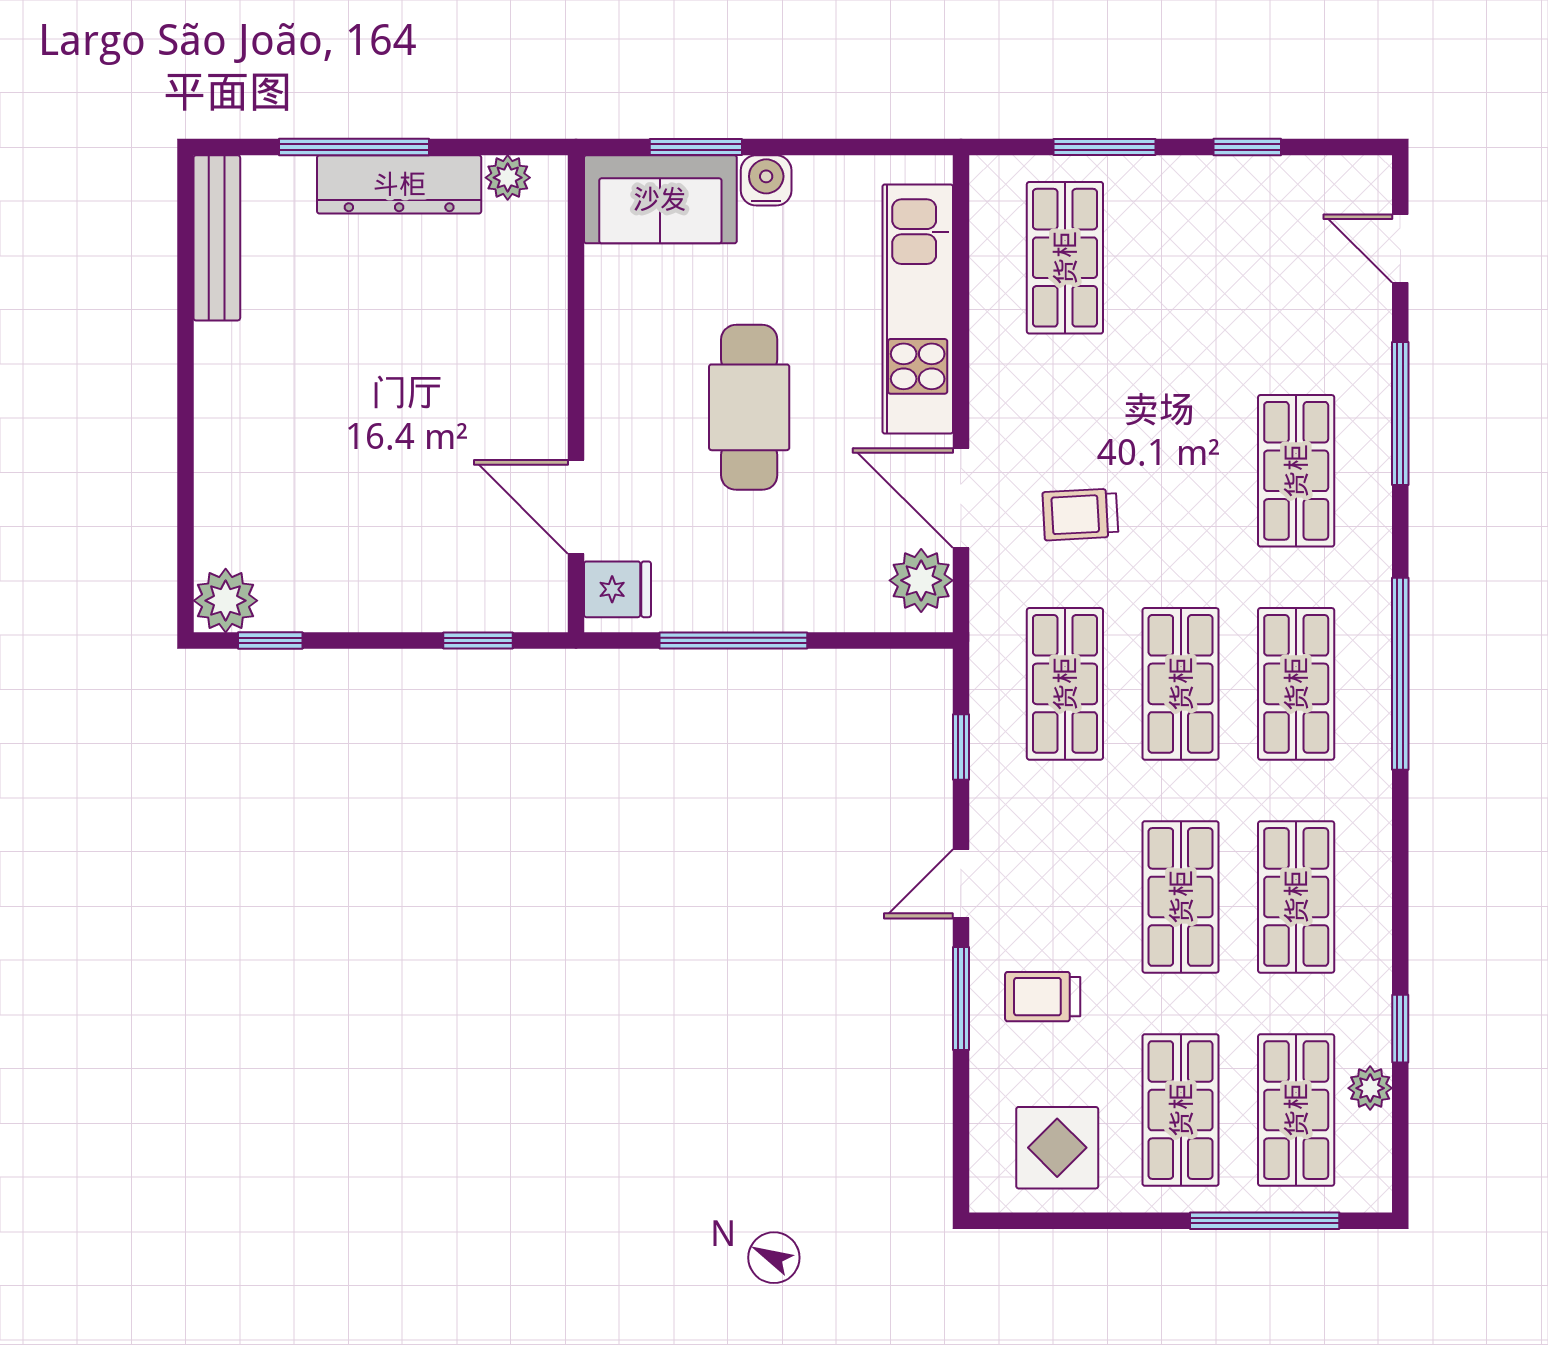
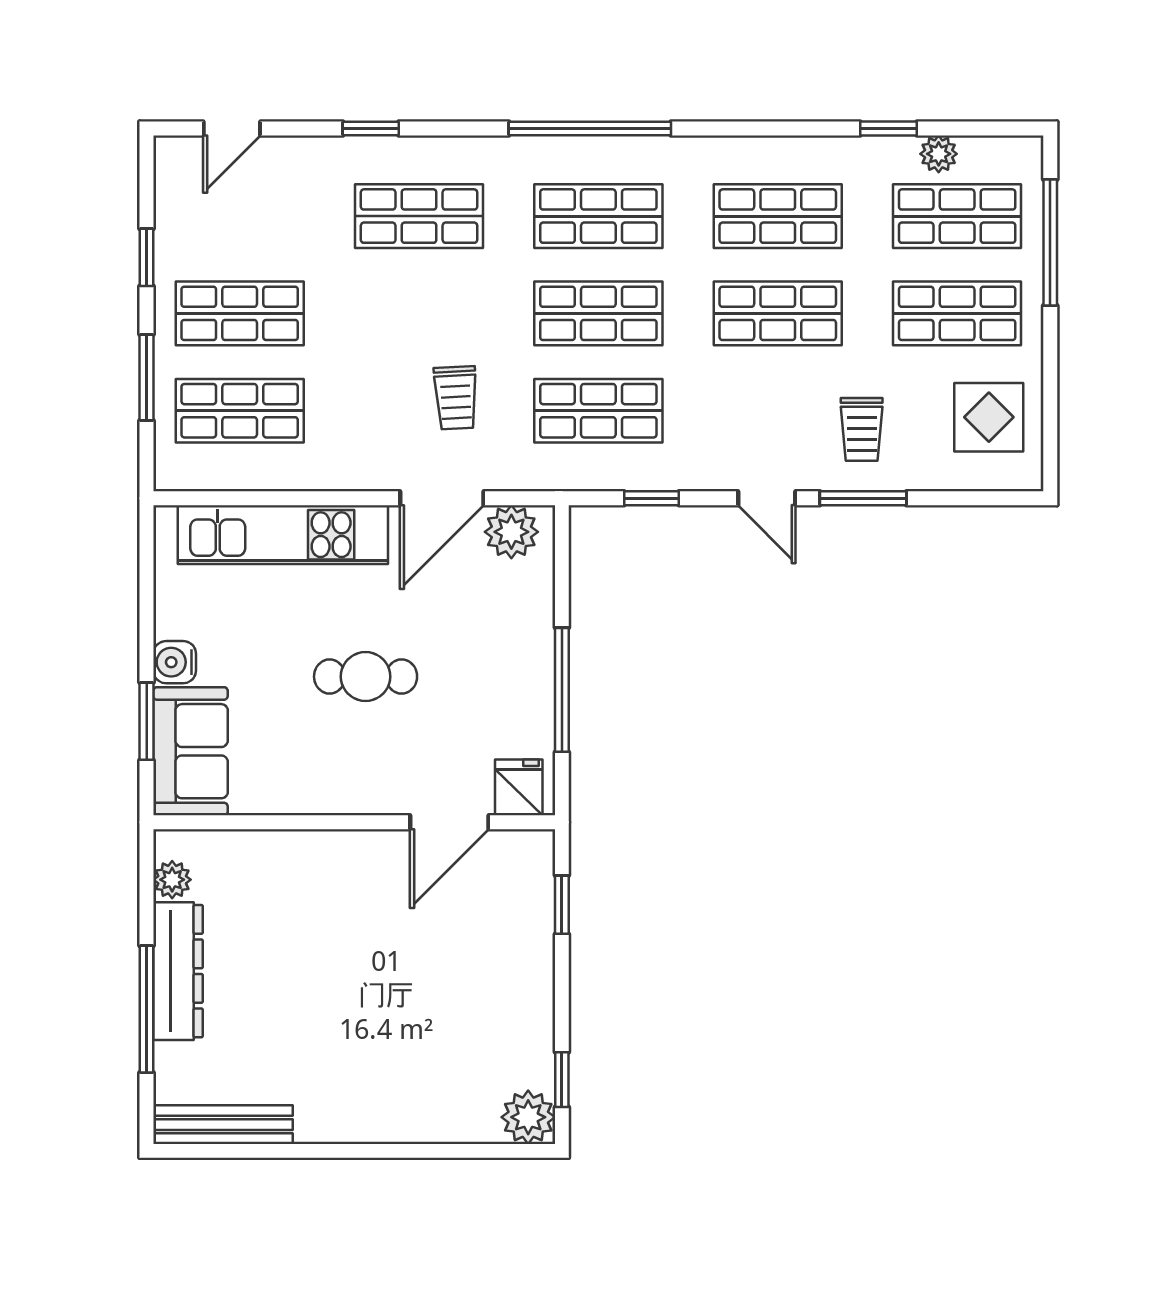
shop shelf: (1181, 258) -> (240, 313), added
cafe table: (749, 407) -> (366, 677), width x0.73, depth x0.74
window: (1400, 414) -> (371, 129), width x0.46

